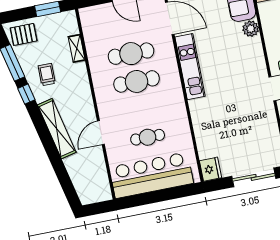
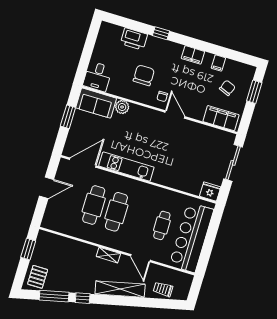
shelving: (77, 48) -> (108, 255), moved
trolley: (47, 75) -> (163, 289), moved

